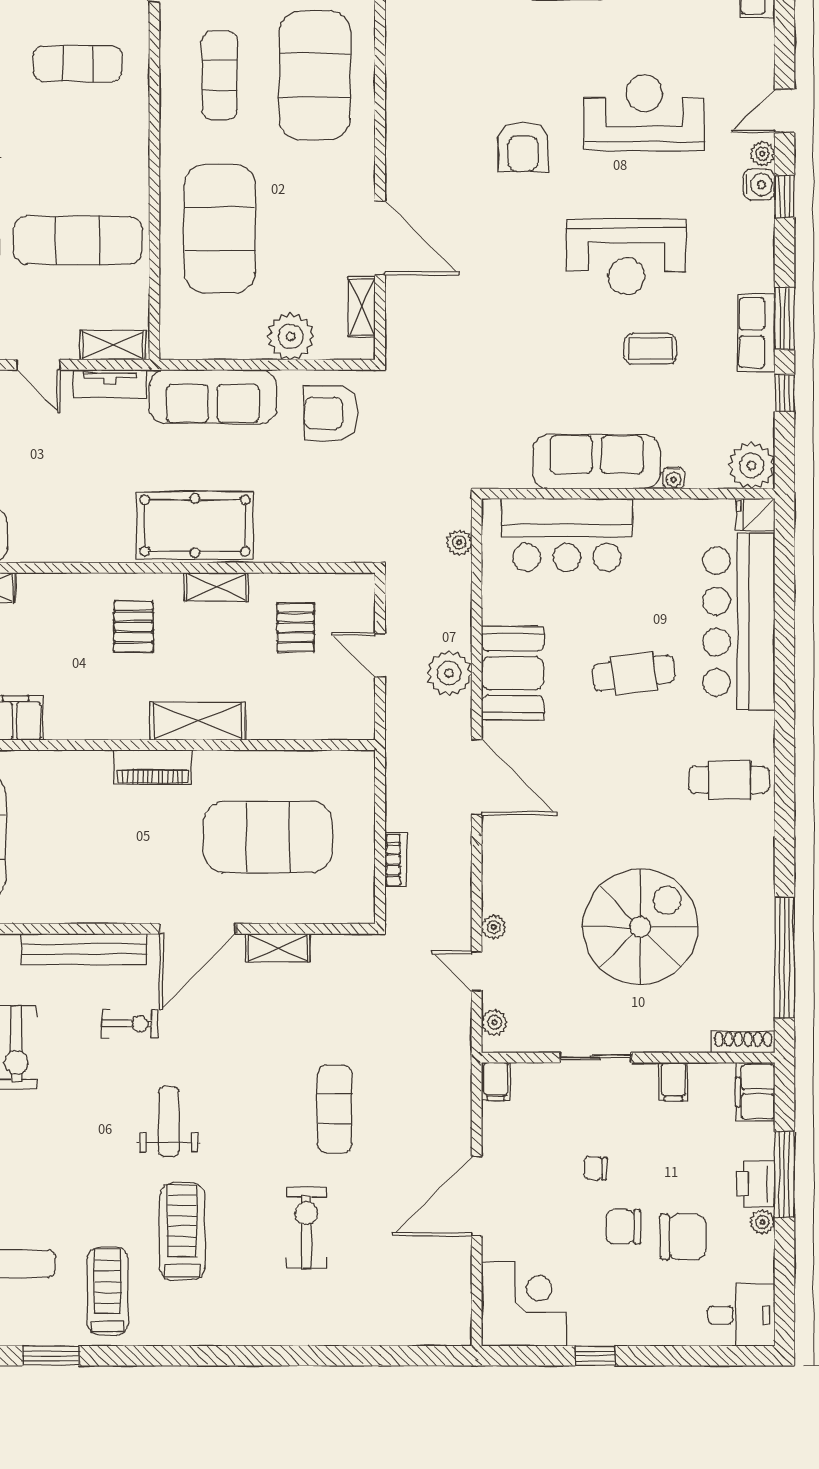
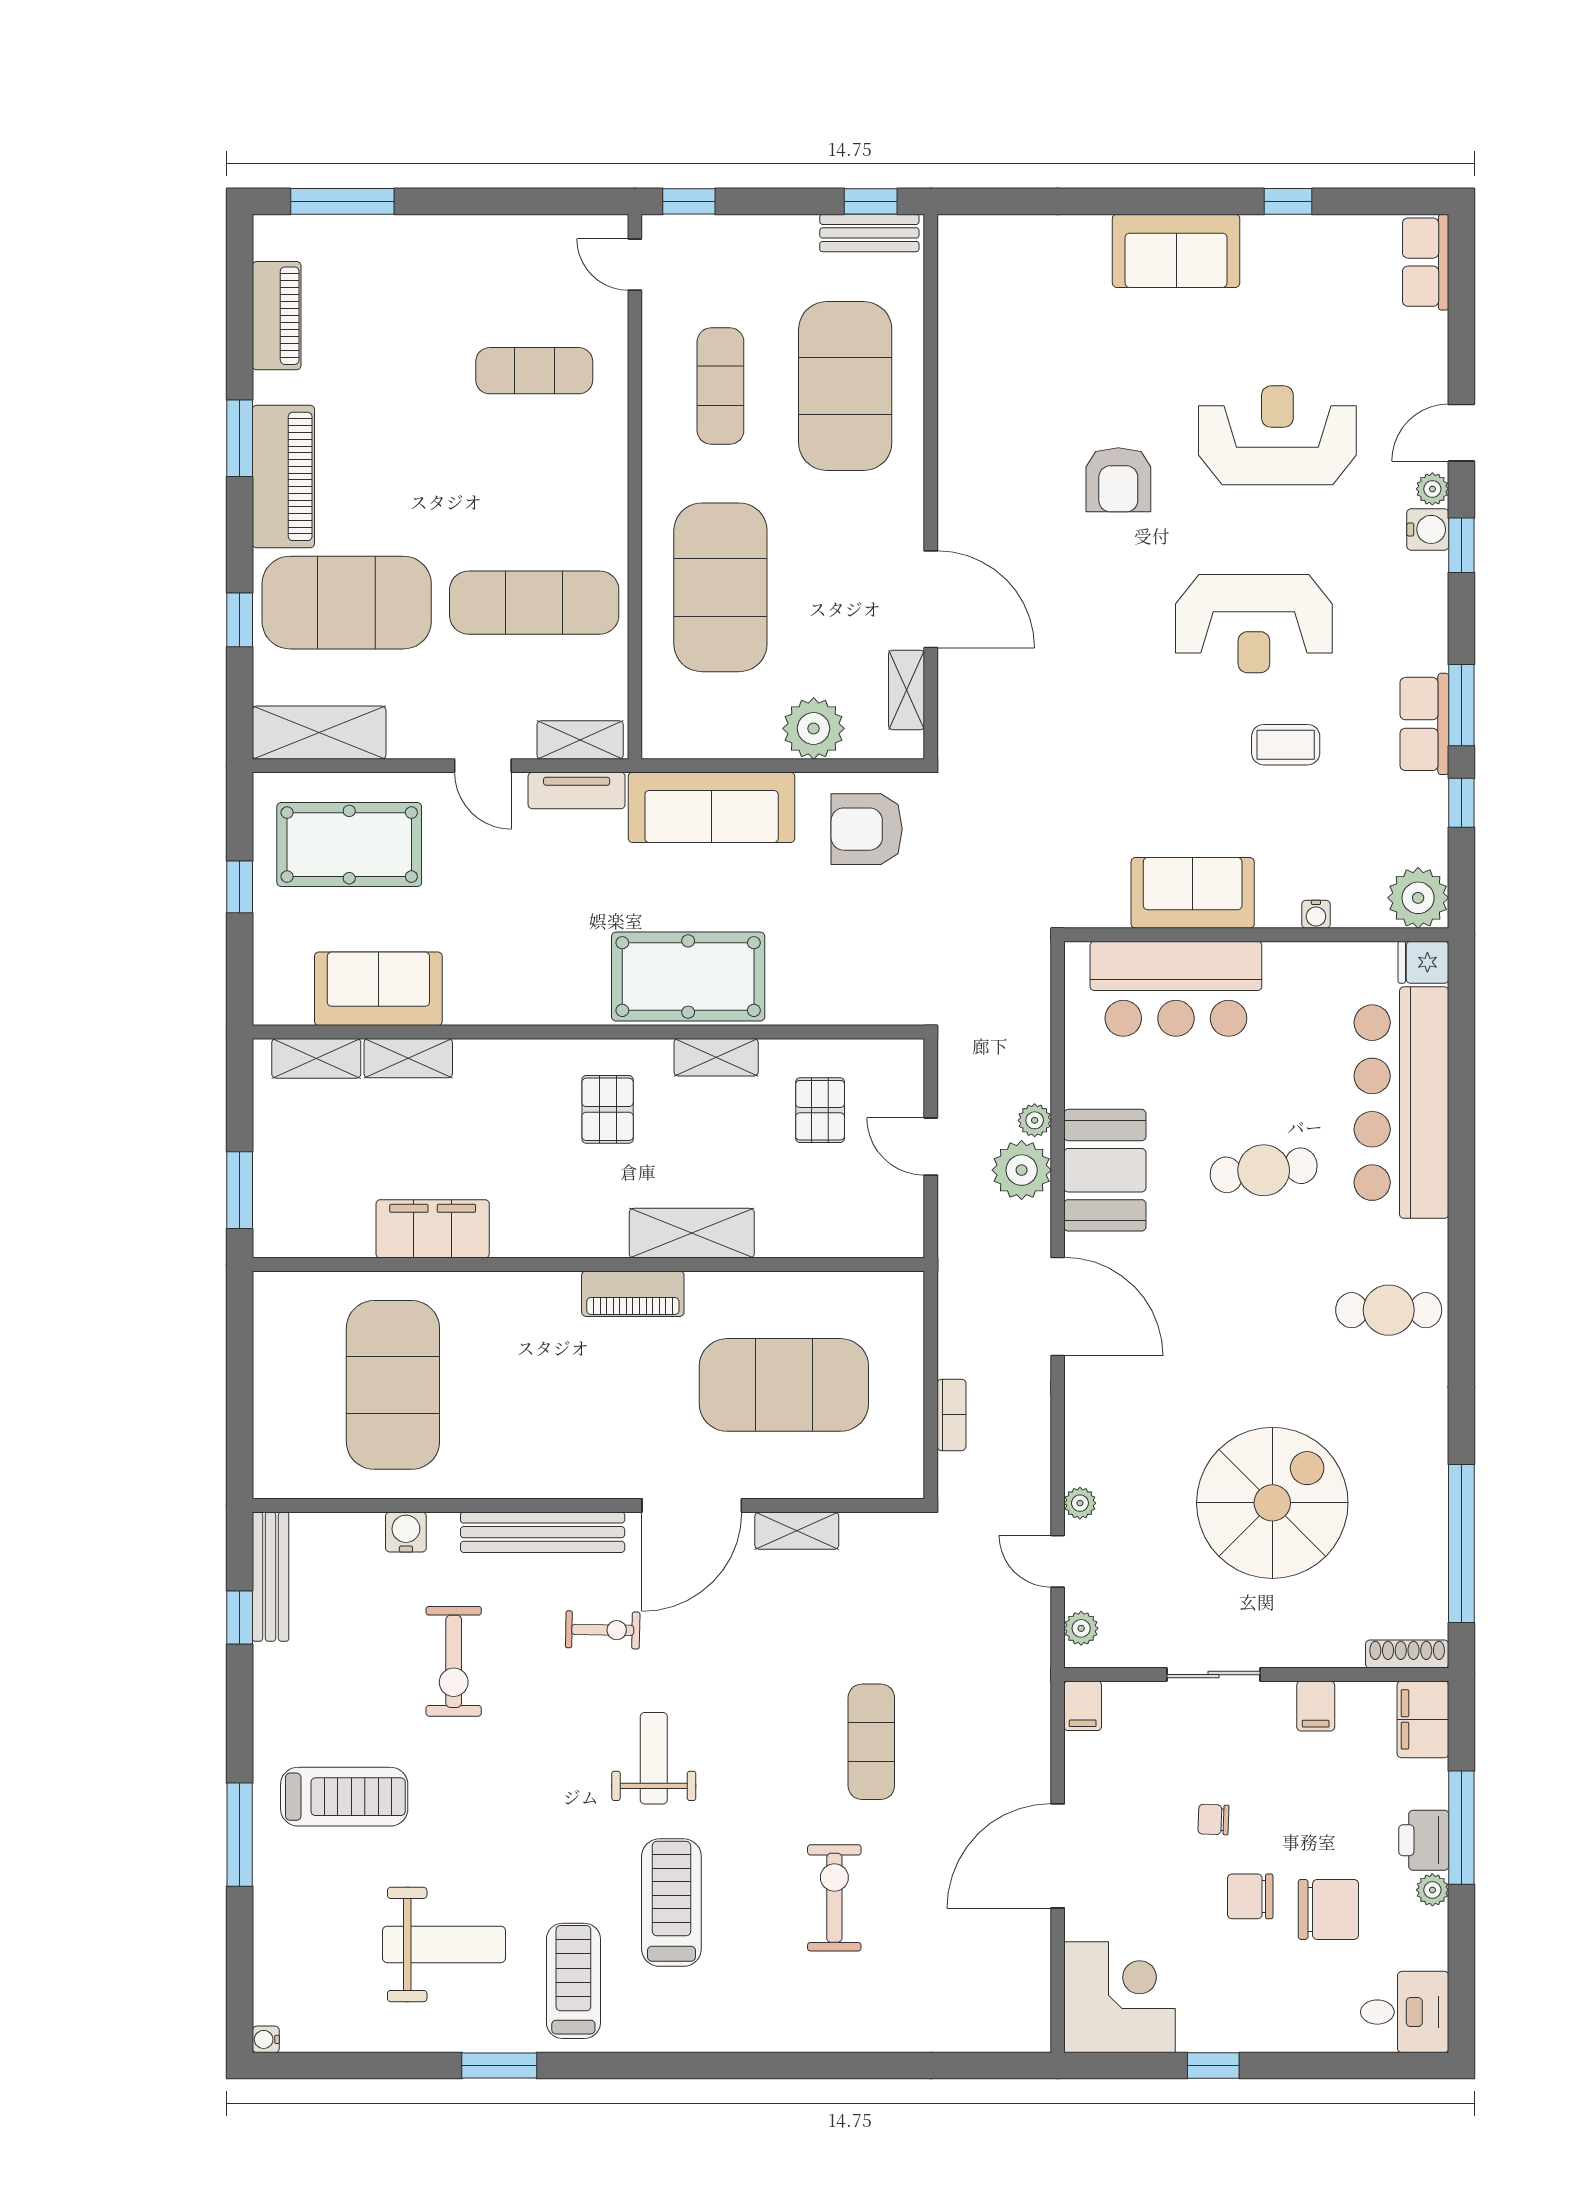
sofa: (596, 462) -> (1193, 893), width x0.73
plant: (459, 542) -> (1035, 1120), moved

